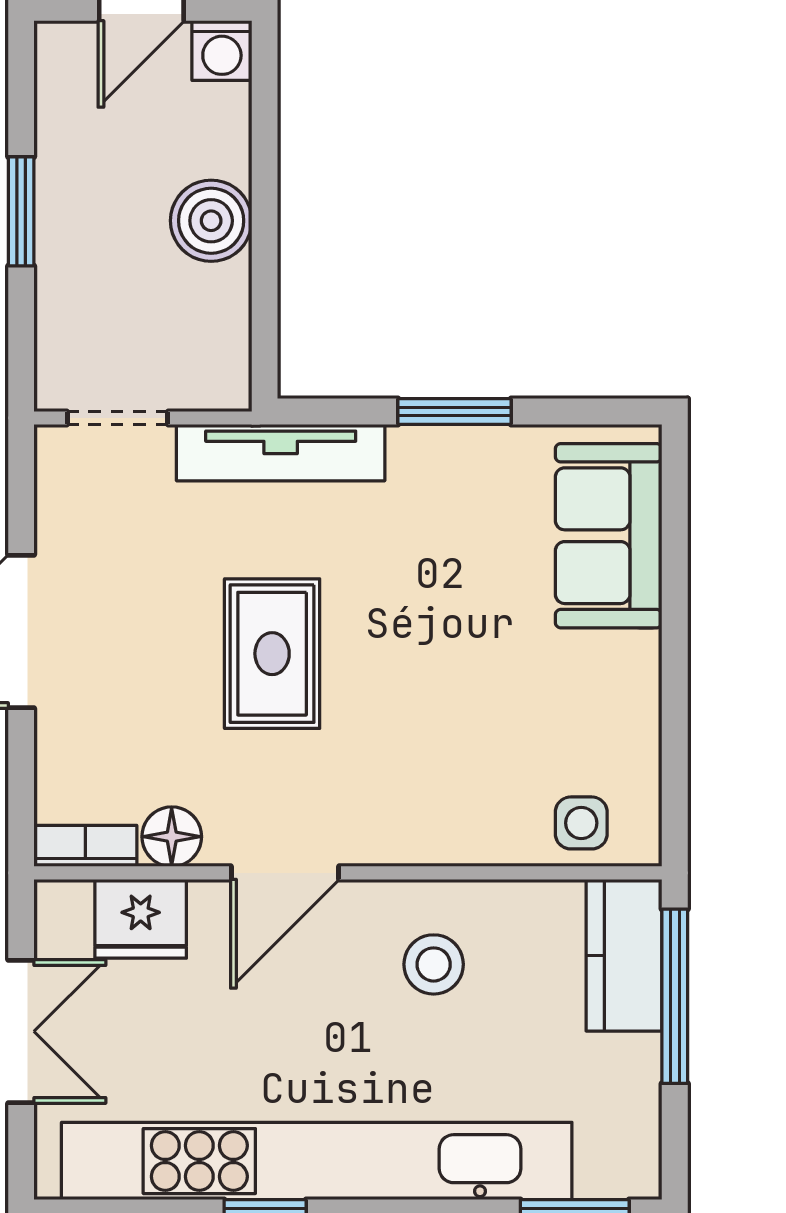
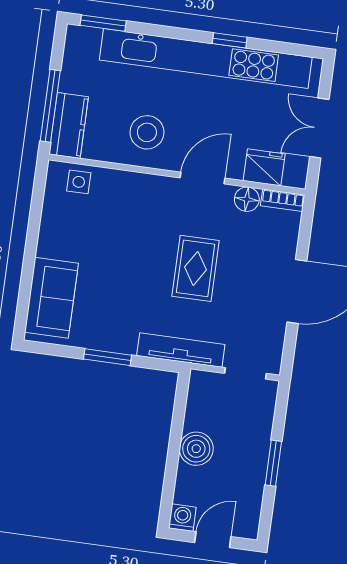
stool: (434, 964) -> (147, 132), width x1.38, depth x1.38

